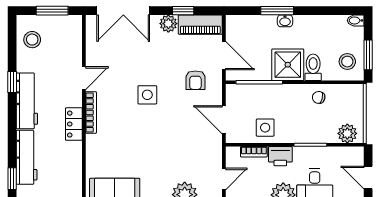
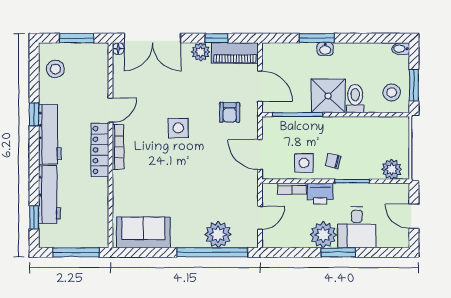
floor lamp: (91, 20) -> (118, 49), added
chair: (319, 97) -> (333, 161), moved
locker: (74, 124) -> (100, 150), width x1.53

